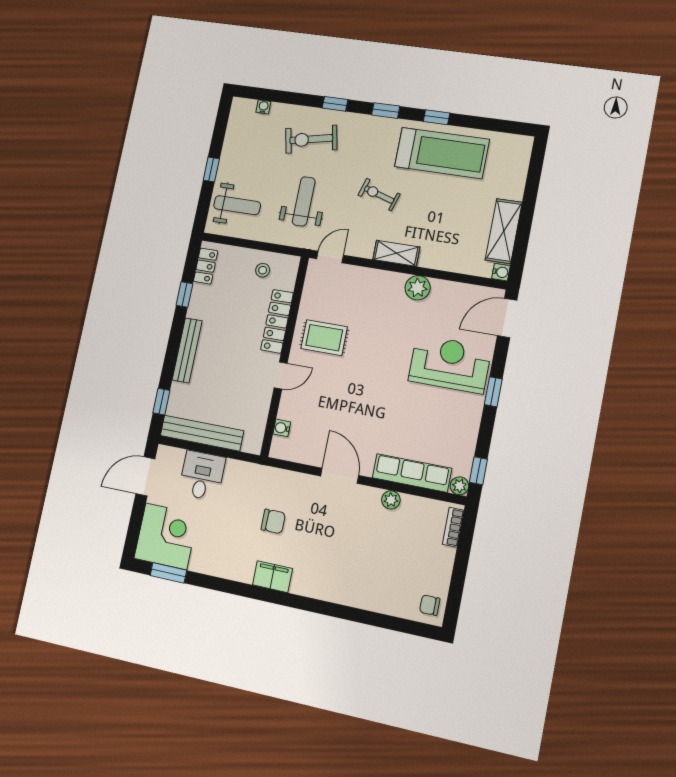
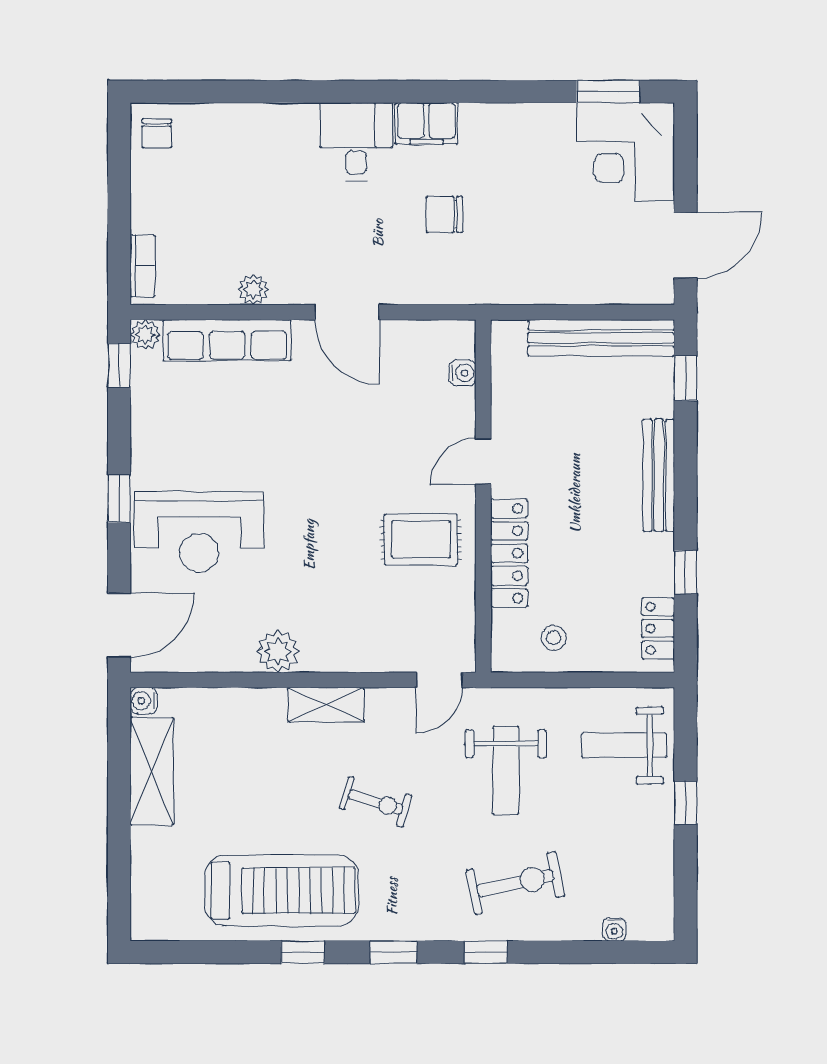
treadmill: (442, 153) -> (282, 891), turned 180
desk: (202, 476) -> (356, 142), moved, turned 180
chair: (430, 605) -> (157, 133), turned 90

